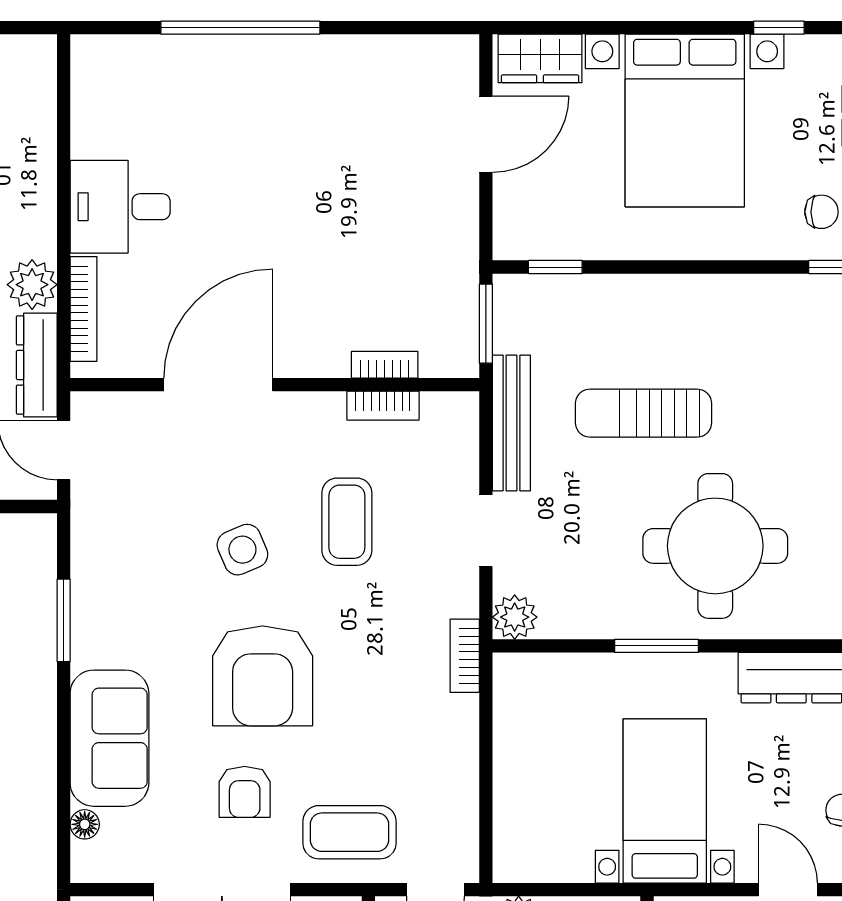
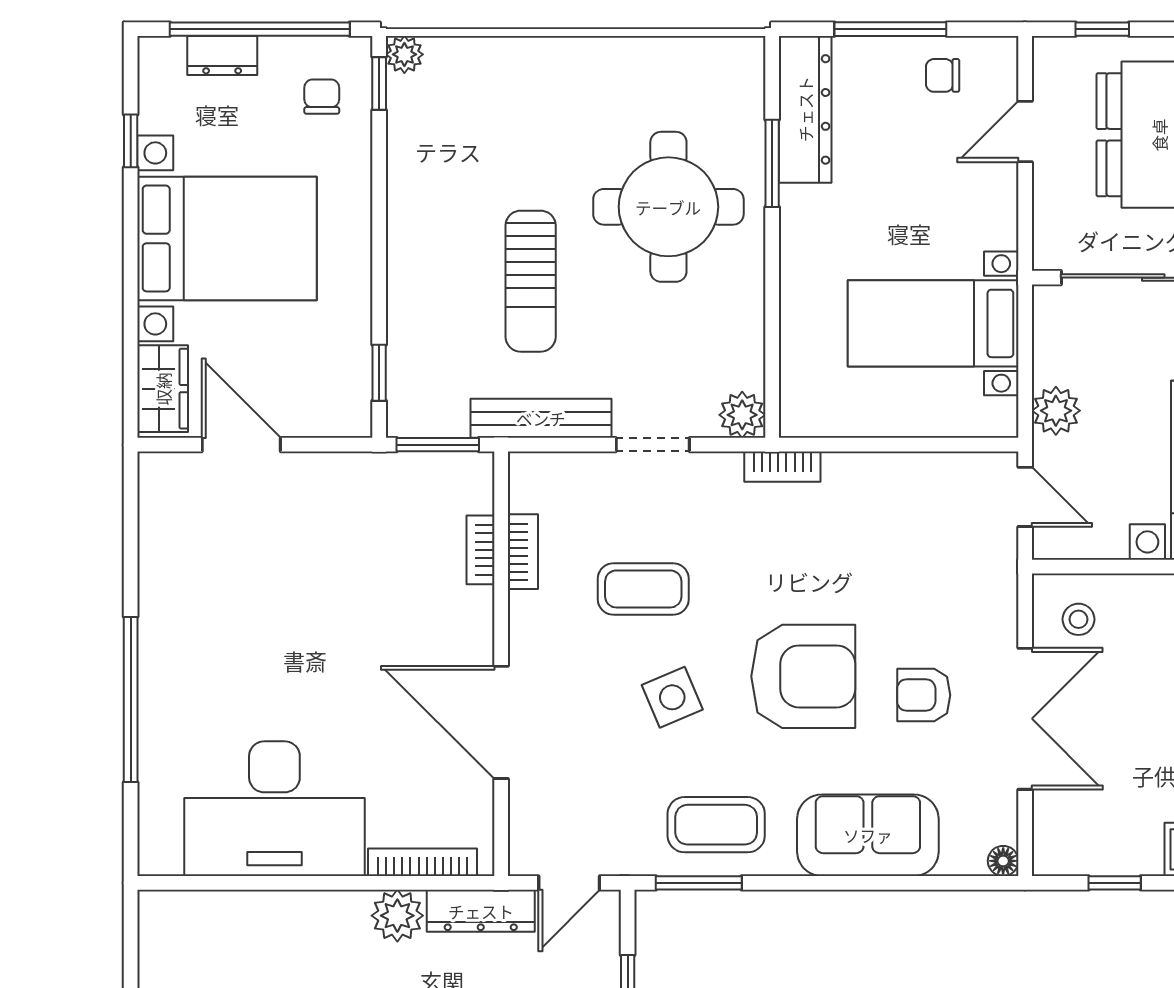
desk: (120, 207) -> (274, 809), width x1.87, depth x1.30
window: (64, 620) -> (699, 883), moved
window: (656, 646) -> (772, 163), moved
armchair: (245, 792) -> (924, 695), turned 180
bed with nightstands: (665, 801) -> (933, 323), moved
floor lamp: (85, 824) -> (1003, 861), moved
coffee table: (349, 832) -> (716, 825), moved, turned 90

